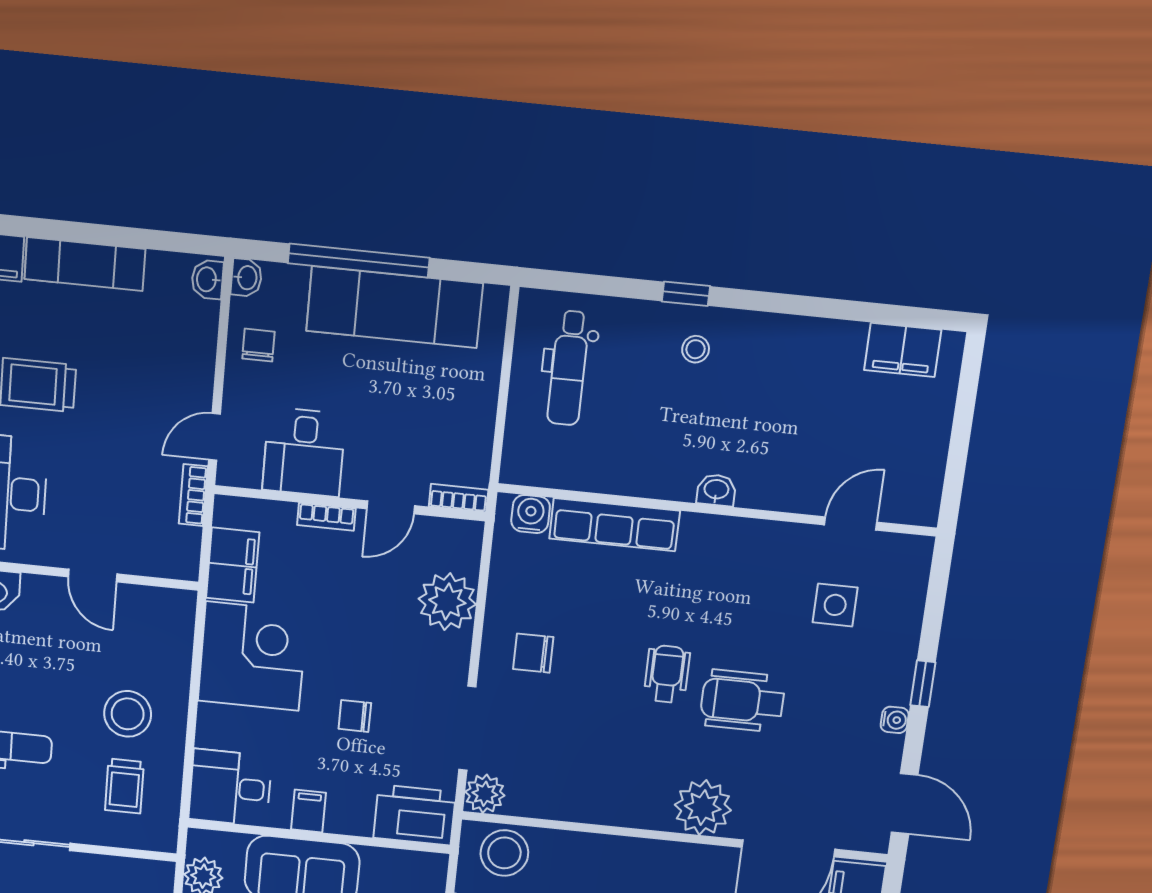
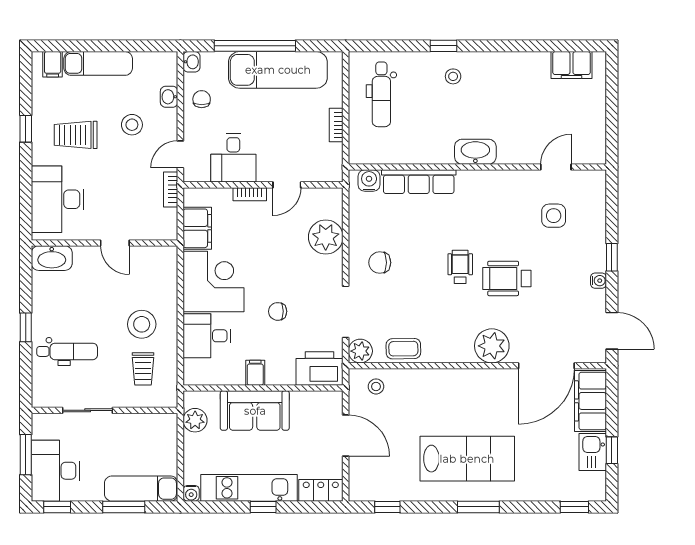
washbasin: (207, 279) -> (169, 97), moved
stool: (136, 377) -> (132, 125), added
washbasin: (716, 490) -> (475, 152), width x1.91, depth x1.45
bookcase: (459, 498) -> (336, 125), moved, turned -90
desk: (230, 788) -> (207, 336), moved
coffee table: (556, 797) -> (403, 349), added
stool: (504, 853) -> (376, 386), width x0.53, depth x0.53

